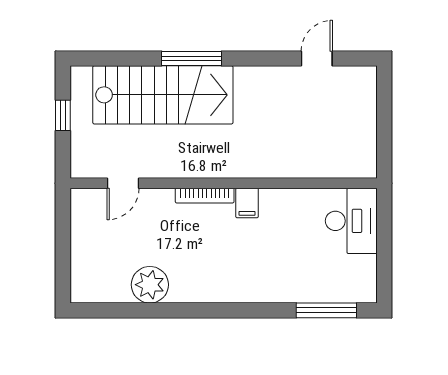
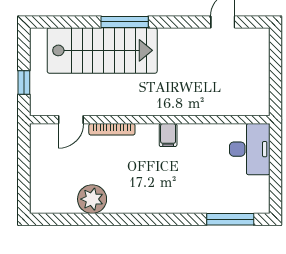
window: (63, 115) -> (24, 83), moved
bookcase: (205, 196) -> (112, 129), moved

